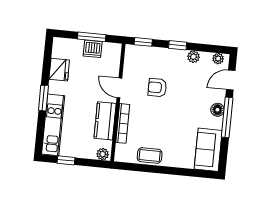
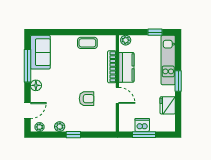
window: (143, 42) -> (102, 135), removed
window: (227, 117) -> (27, 66), moved

